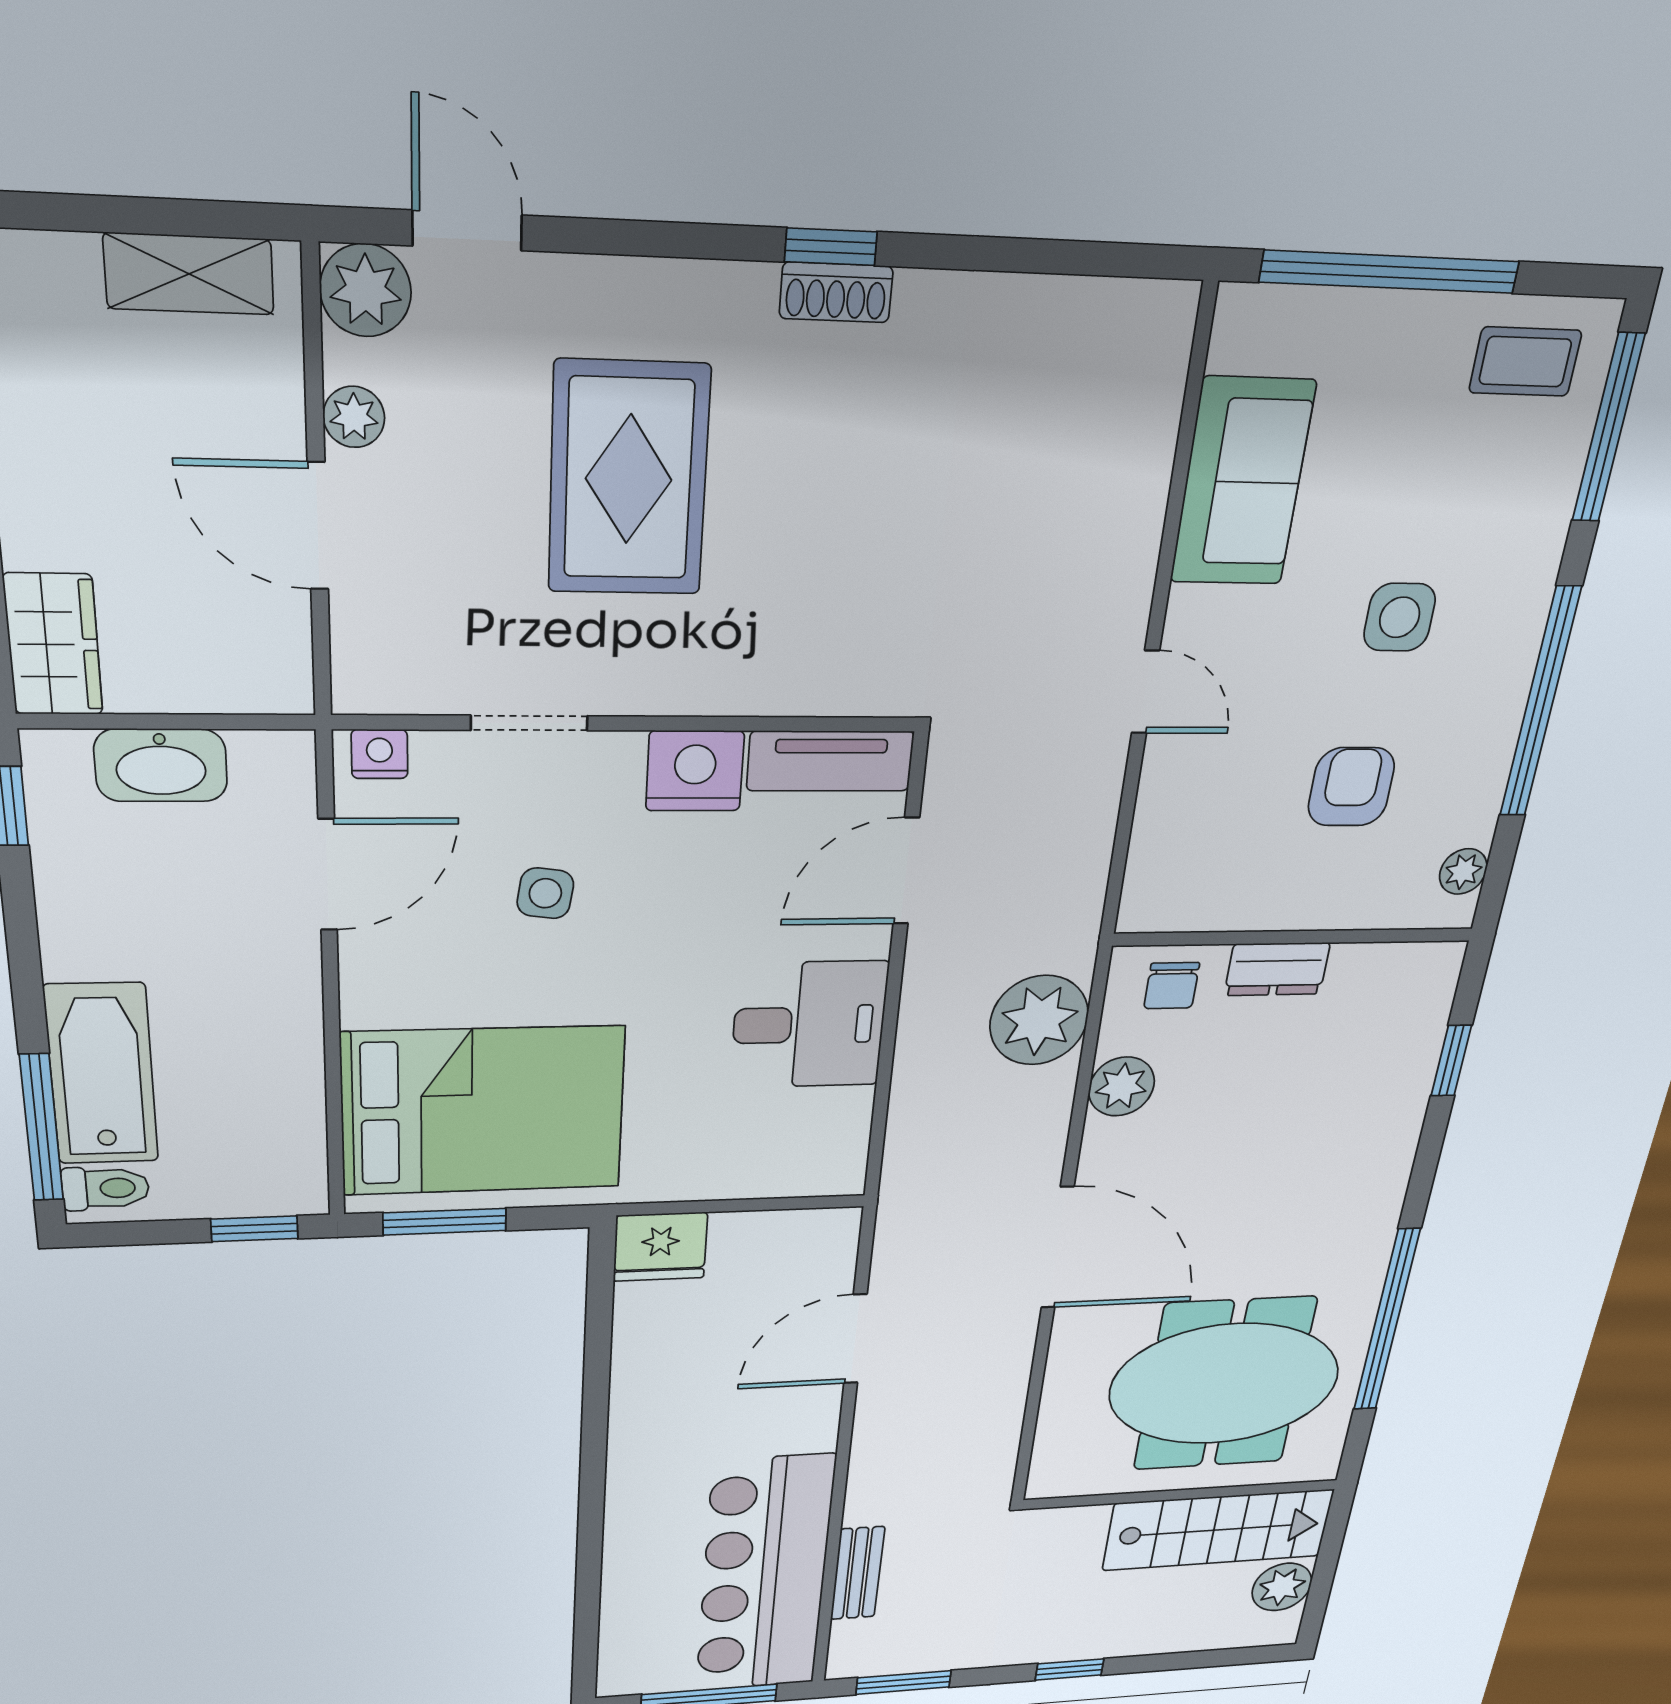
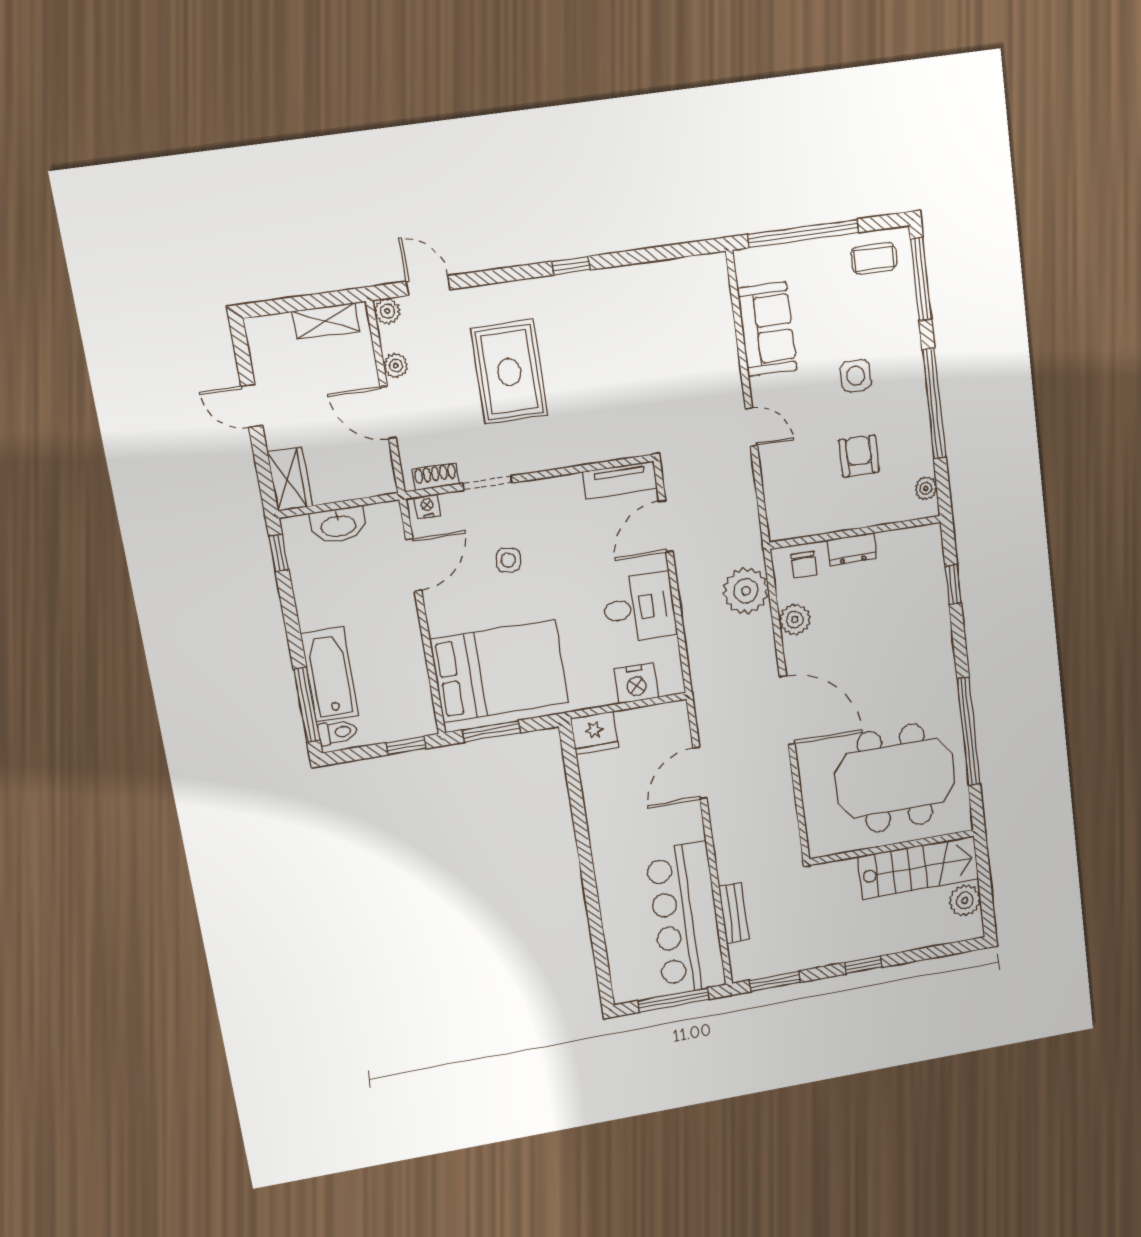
plant: (366, 290) -> (387, 311), width x0.73, depth x0.73
shoe rack: (836, 292) -> (436, 477), moved, turned 180
nightstand: (695, 771) -> (636, 683), moved, turned 180

